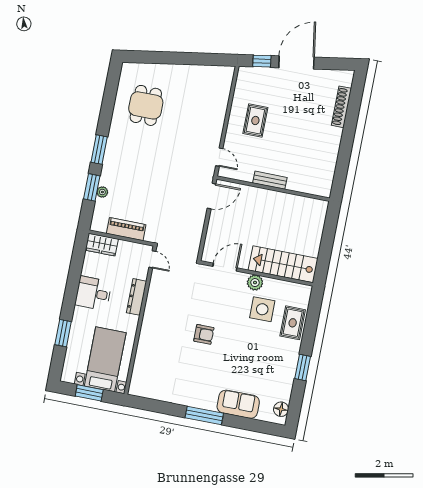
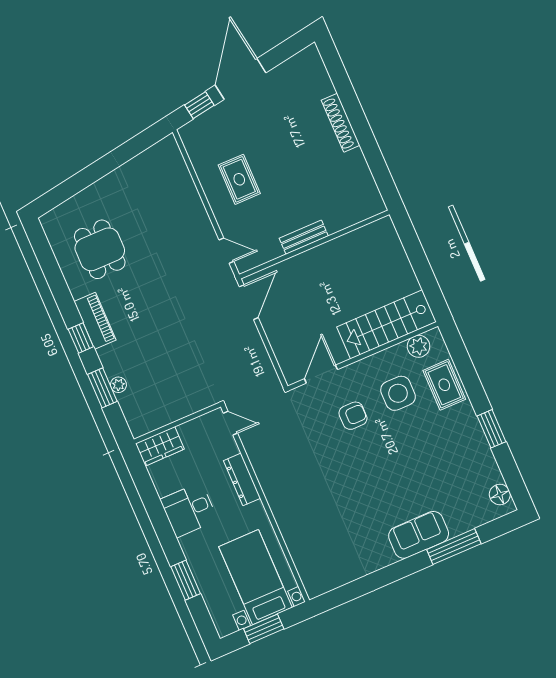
shoe rack: (341, 107) -> (341, 123), moved
window: (99, 150) -> (81, 338), width x0.67
piano: (126, 229) -> (95, 321), moved, turned 90
plant: (255, 283) -> (419, 346), moved
armchair: (204, 334) -> (353, 416), moved
sofa: (238, 404) -> (419, 535), moved
window: (204, 415) -> (454, 547), moved

